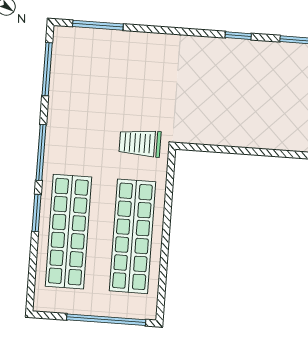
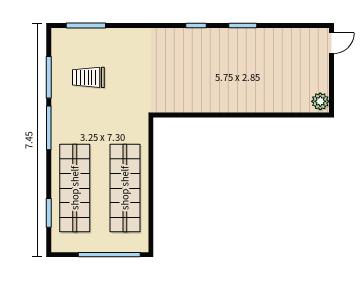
window: (47, 69) -> (49, 77), moved
trolley: (140, 143) -> (88, 77), moved
window: (37, 213) -> (49, 213), moved

